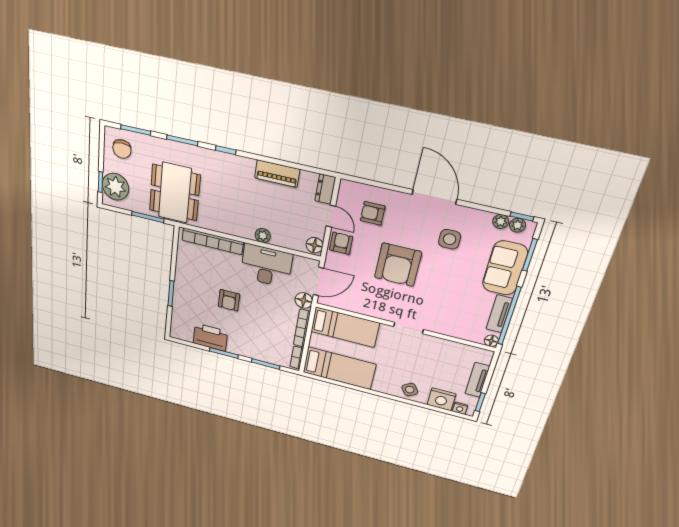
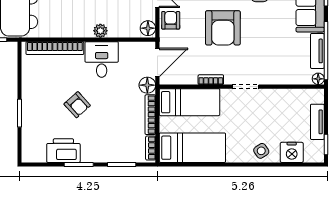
desk: (266, 266) -> (102, 59), width x0.73
armchair: (229, 300) -> (77, 105), turned -42
bookcase: (372, 312) -> (211, 80), added
nightstand: (460, 408) -> (310, 157), removed

